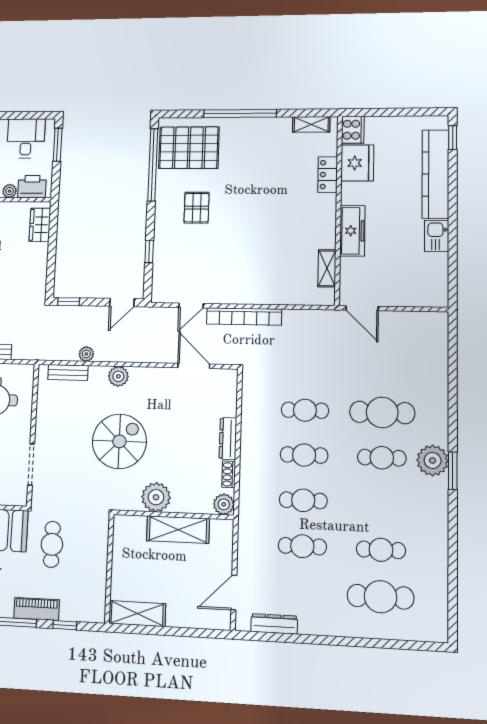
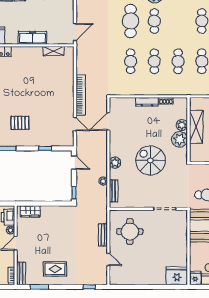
plant: (224, 504) -> (182, 125), moved

